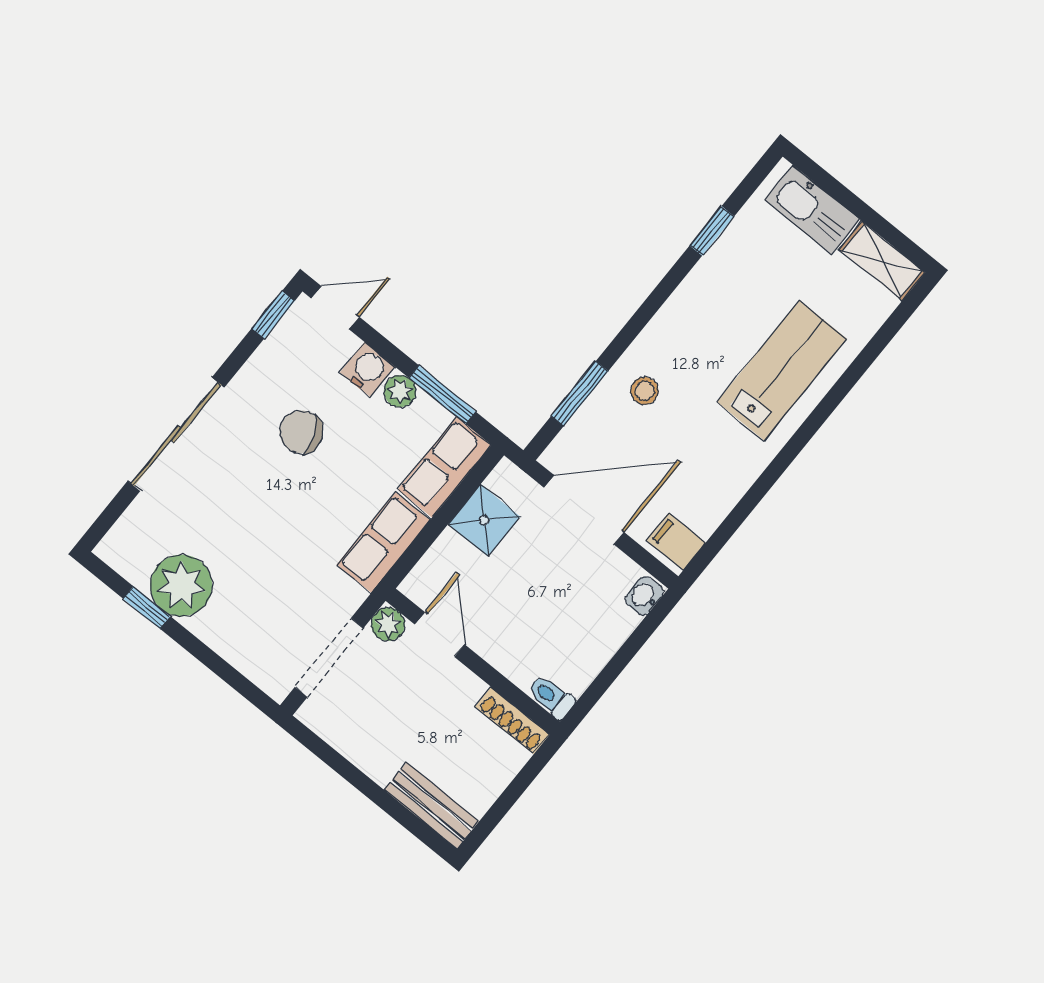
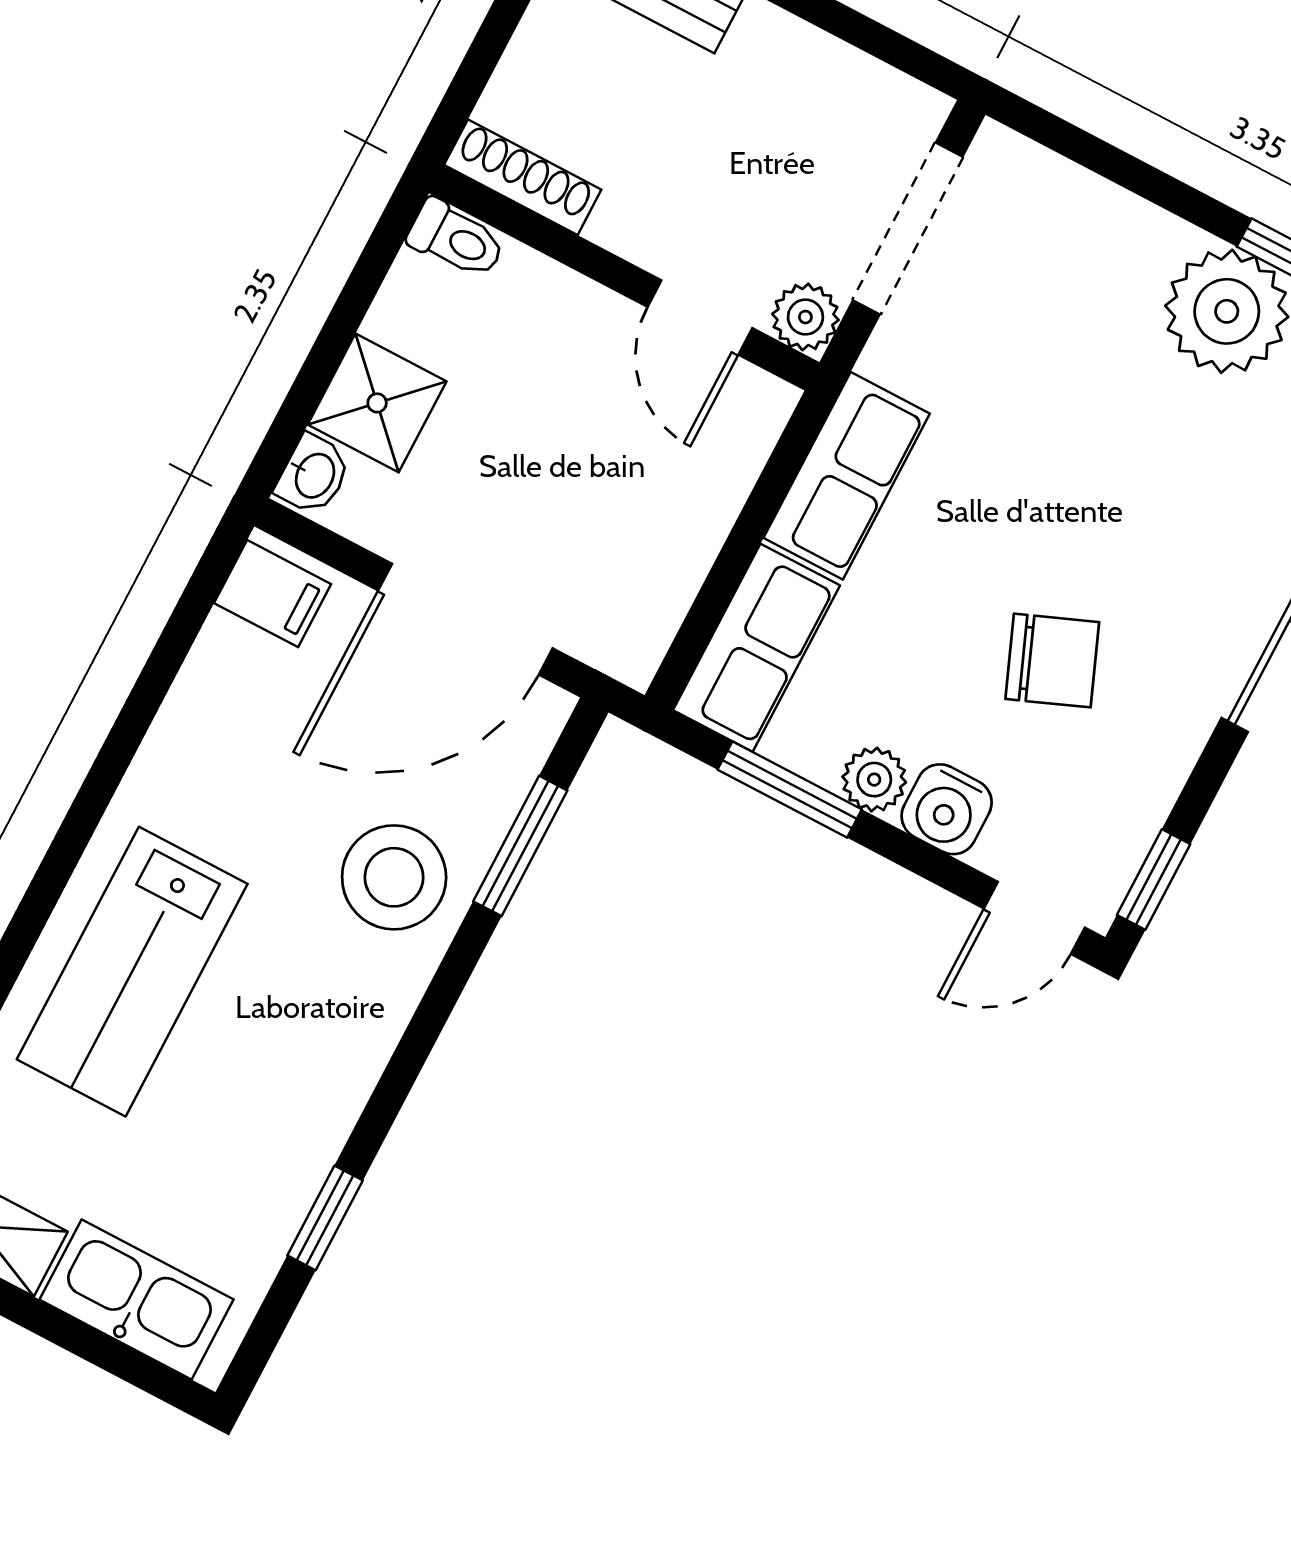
stool: (645, 391) -> (394, 877), width x1.89, depth x1.89
shower: (484, 520) -> (377, 403), moved

